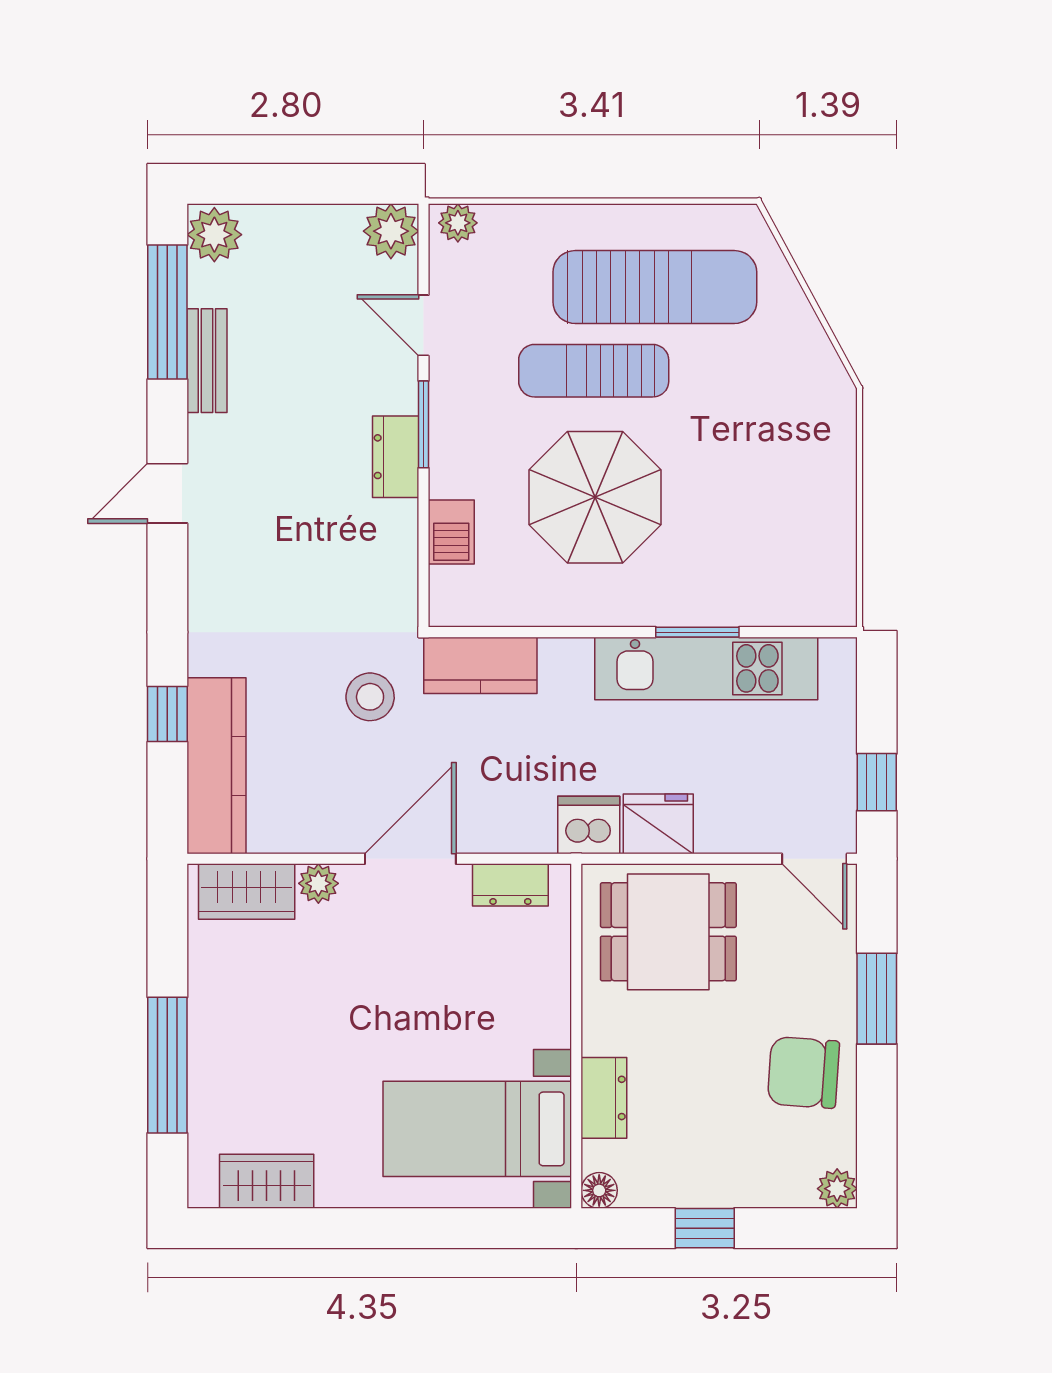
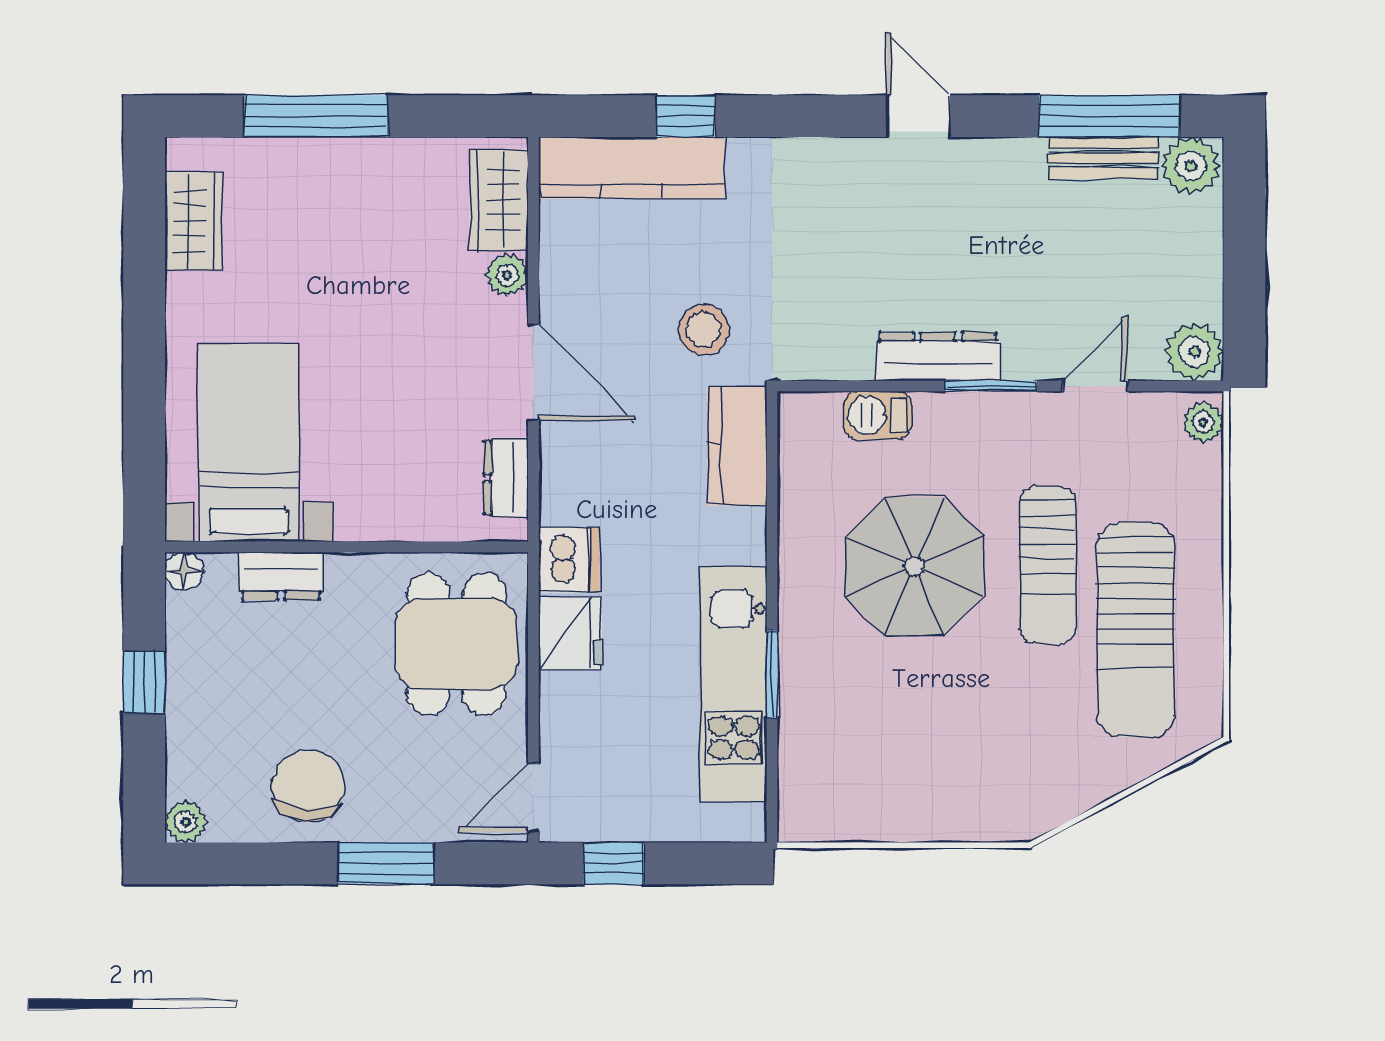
bench: (207, 361) -> (1103, 158), moved
sun lounger: (594, 371) -> (1047, 565), turned 180
dresser: (396, 457) -> (938, 357), width x1.44

